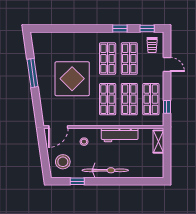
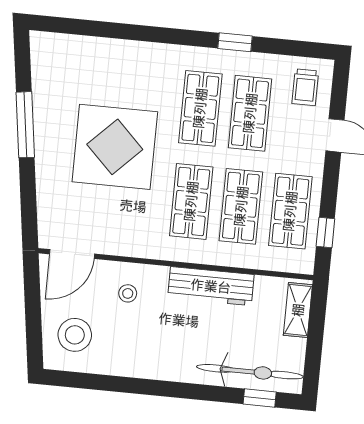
window: (147, 28) -> (298, 48), removed
bicycle: (105, 170) -> (250, 372), moved
window: (77, 181) -> (260, 398), moved

